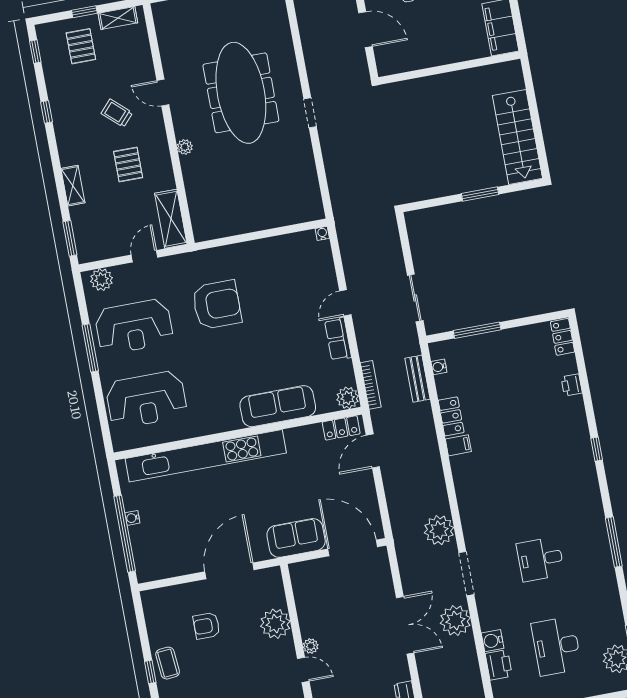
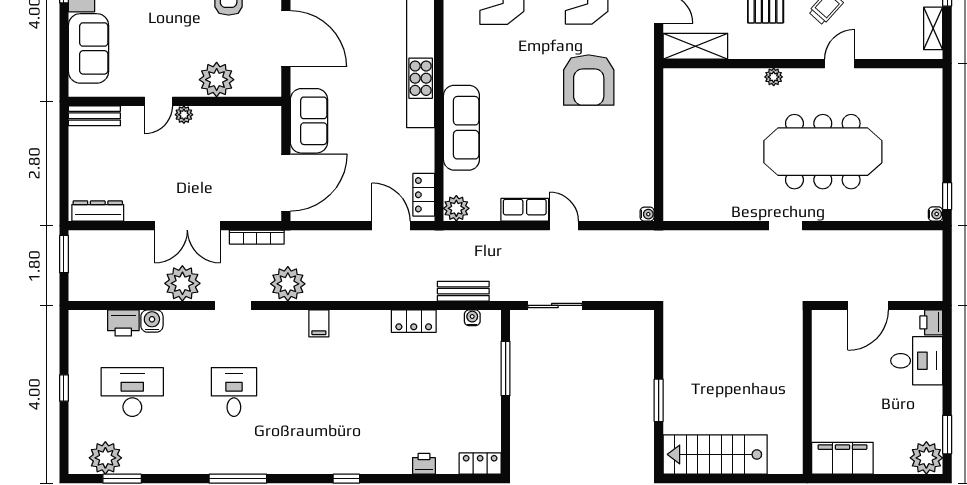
bookcase: (371, 385) -> (257, 237), moved
filing cabinet: (458, 445) -> (319, 323), moved
doorway: (466, 574) -> (233, 305), width x0.73

